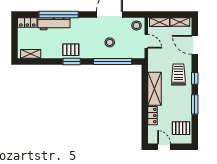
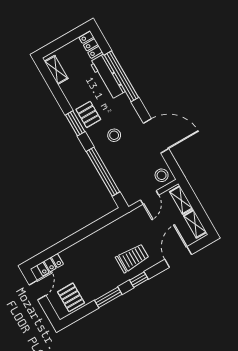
stool: (110, 42) -> (114, 135), moved
shelving: (154, 89) -> (99, 239), removed
locker: (152, 116) -> (50, 265), moved

